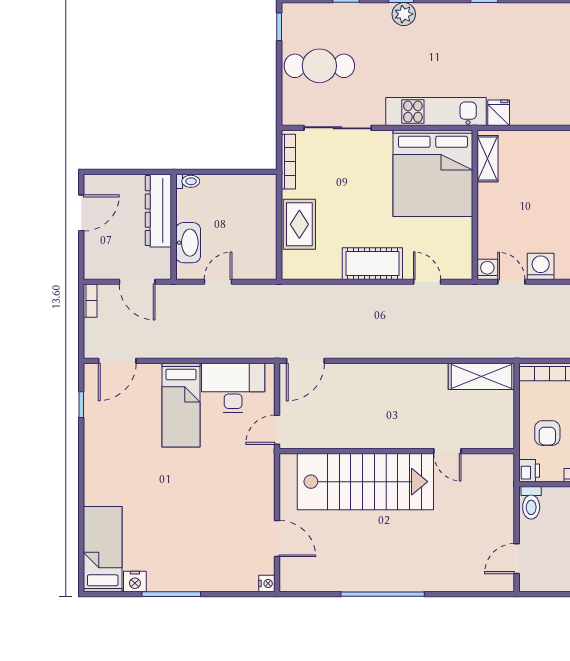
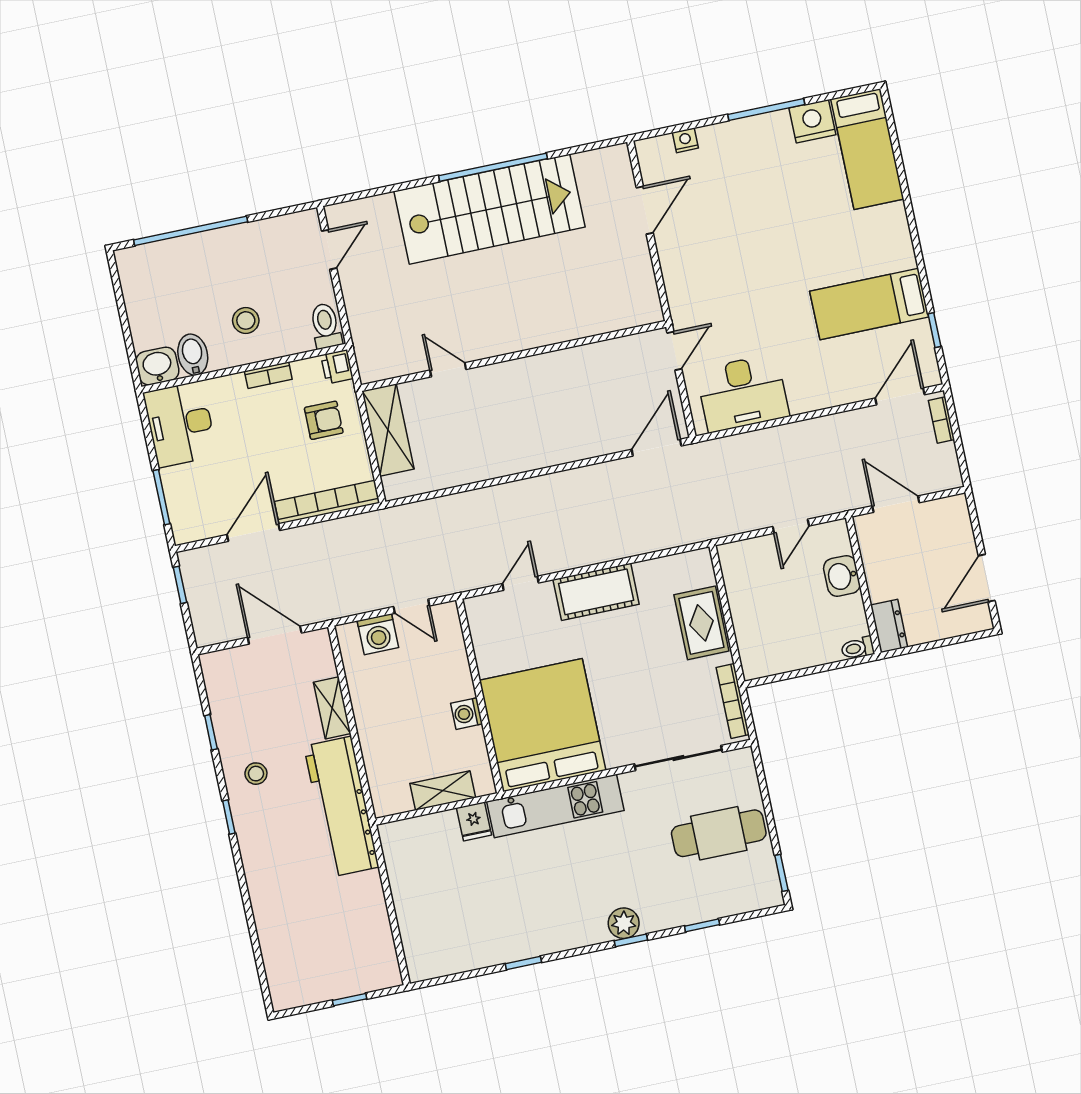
shelving: (488, 159) -> (443, 791), moved, turned 90
dresser: (158, 211) -> (889, 626), width x0.51, depth x0.80
washbasin: (188, 243) -> (842, 576), width x0.72
washing machine: (487, 269) -> (467, 714), moved, turned 90
door: (427, 282) -> (521, 583), swing flipped
bookcase: (90, 301) -> (941, 420), moved
shelving: (481, 376) -> (388, 430), moved, turned 90
bed: (181, 405) -> (869, 304), moved, turned -90
armchair: (547, 433) -> (324, 420), turned 90
stairs: (365, 482) -> (489, 209), moved, turned 180
door: (277, 539) -> (645, 210), swing flipped
nightstand: (135, 582) -> (812, 121), width x1.36, depth x1.33
nightstand: (267, 583) -> (685, 140), moved, turned 90

